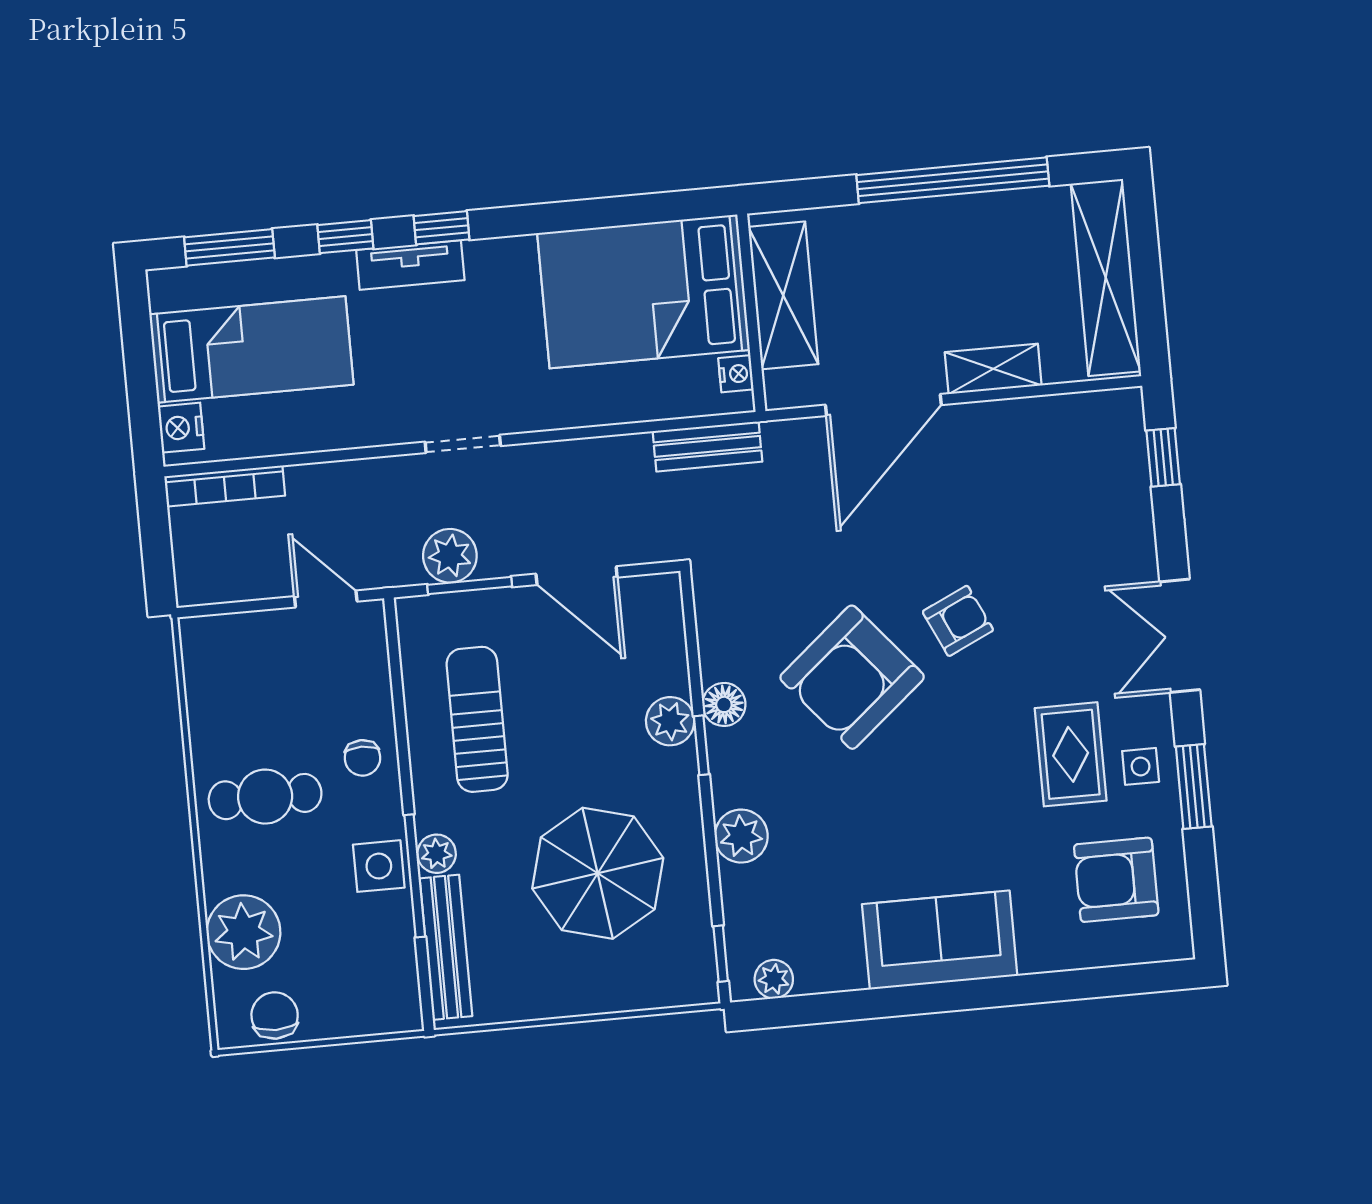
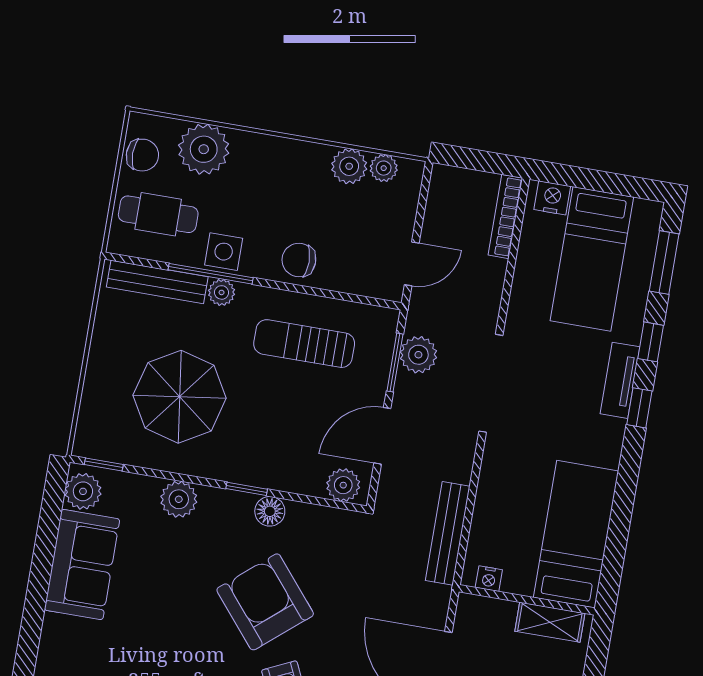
bed: (644, 291) -> (576, 534), width x0.67
shelving: (783, 295) -> (550, 622), width x0.67, depth x0.75
doorway: (463, 444) -> (491, 383), width x1.87
bench: (707, 446) -> (448, 533), width x1.36
plant: (203, 674) -> (384, 168), added
sun lounger: (477, 719) -> (304, 344), turned 180
plant: (670, 721) -> (343, 485), moved
plant: (213, 723) -> (349, 166), added
chair: (362, 758) -> (299, 260), width x1.37, depth x1.37
cafe table: (265, 797) -> (158, 214), moved, turned 90
sofa: (940, 940) -> (82, 565), moved
plant: (774, 979) -> (83, 491), width x1.38, depth x1.38

